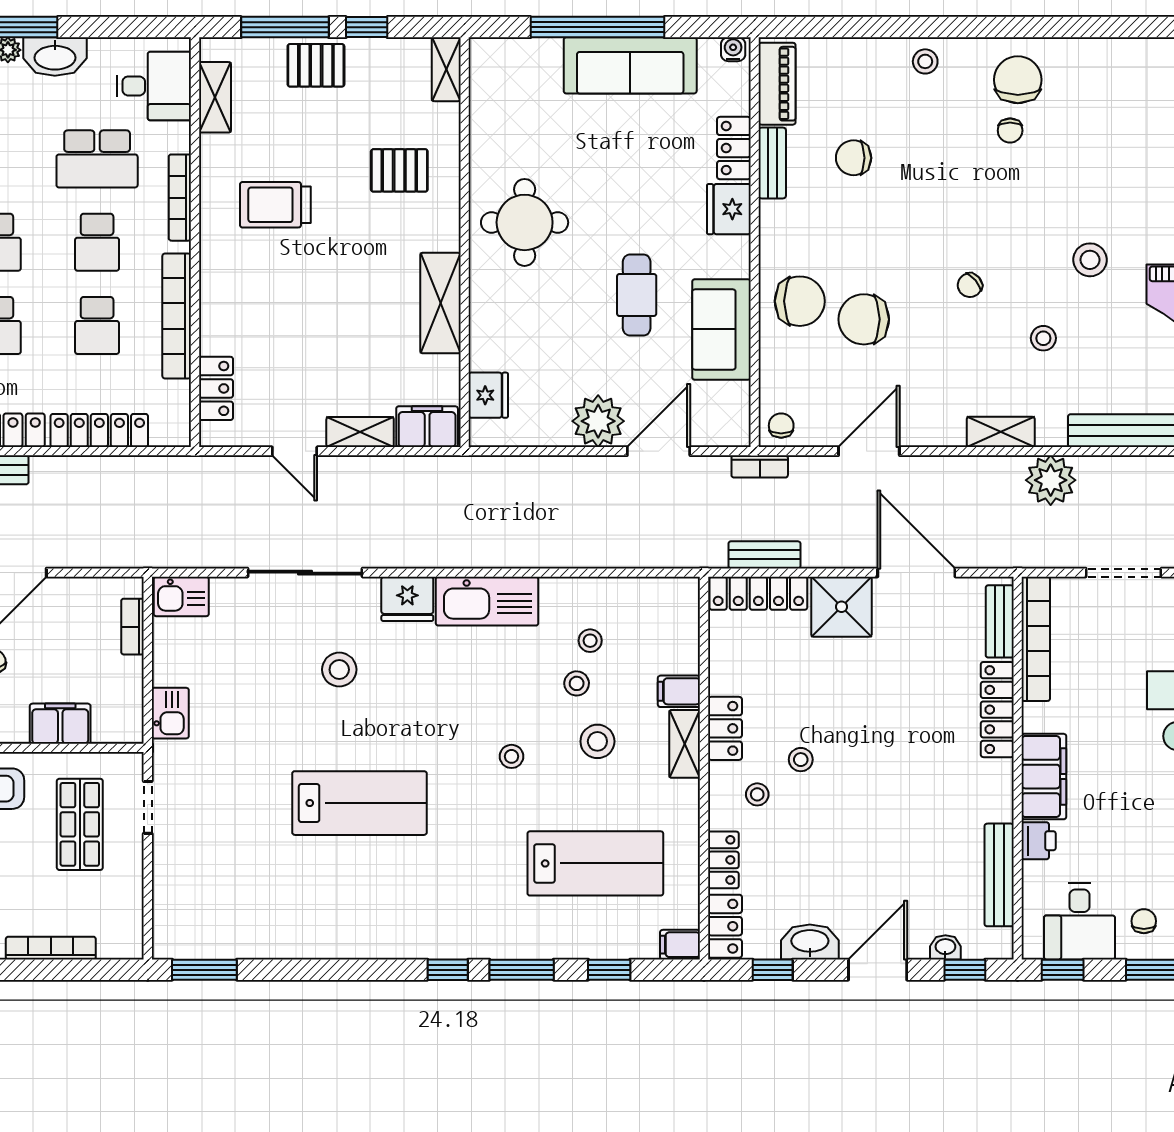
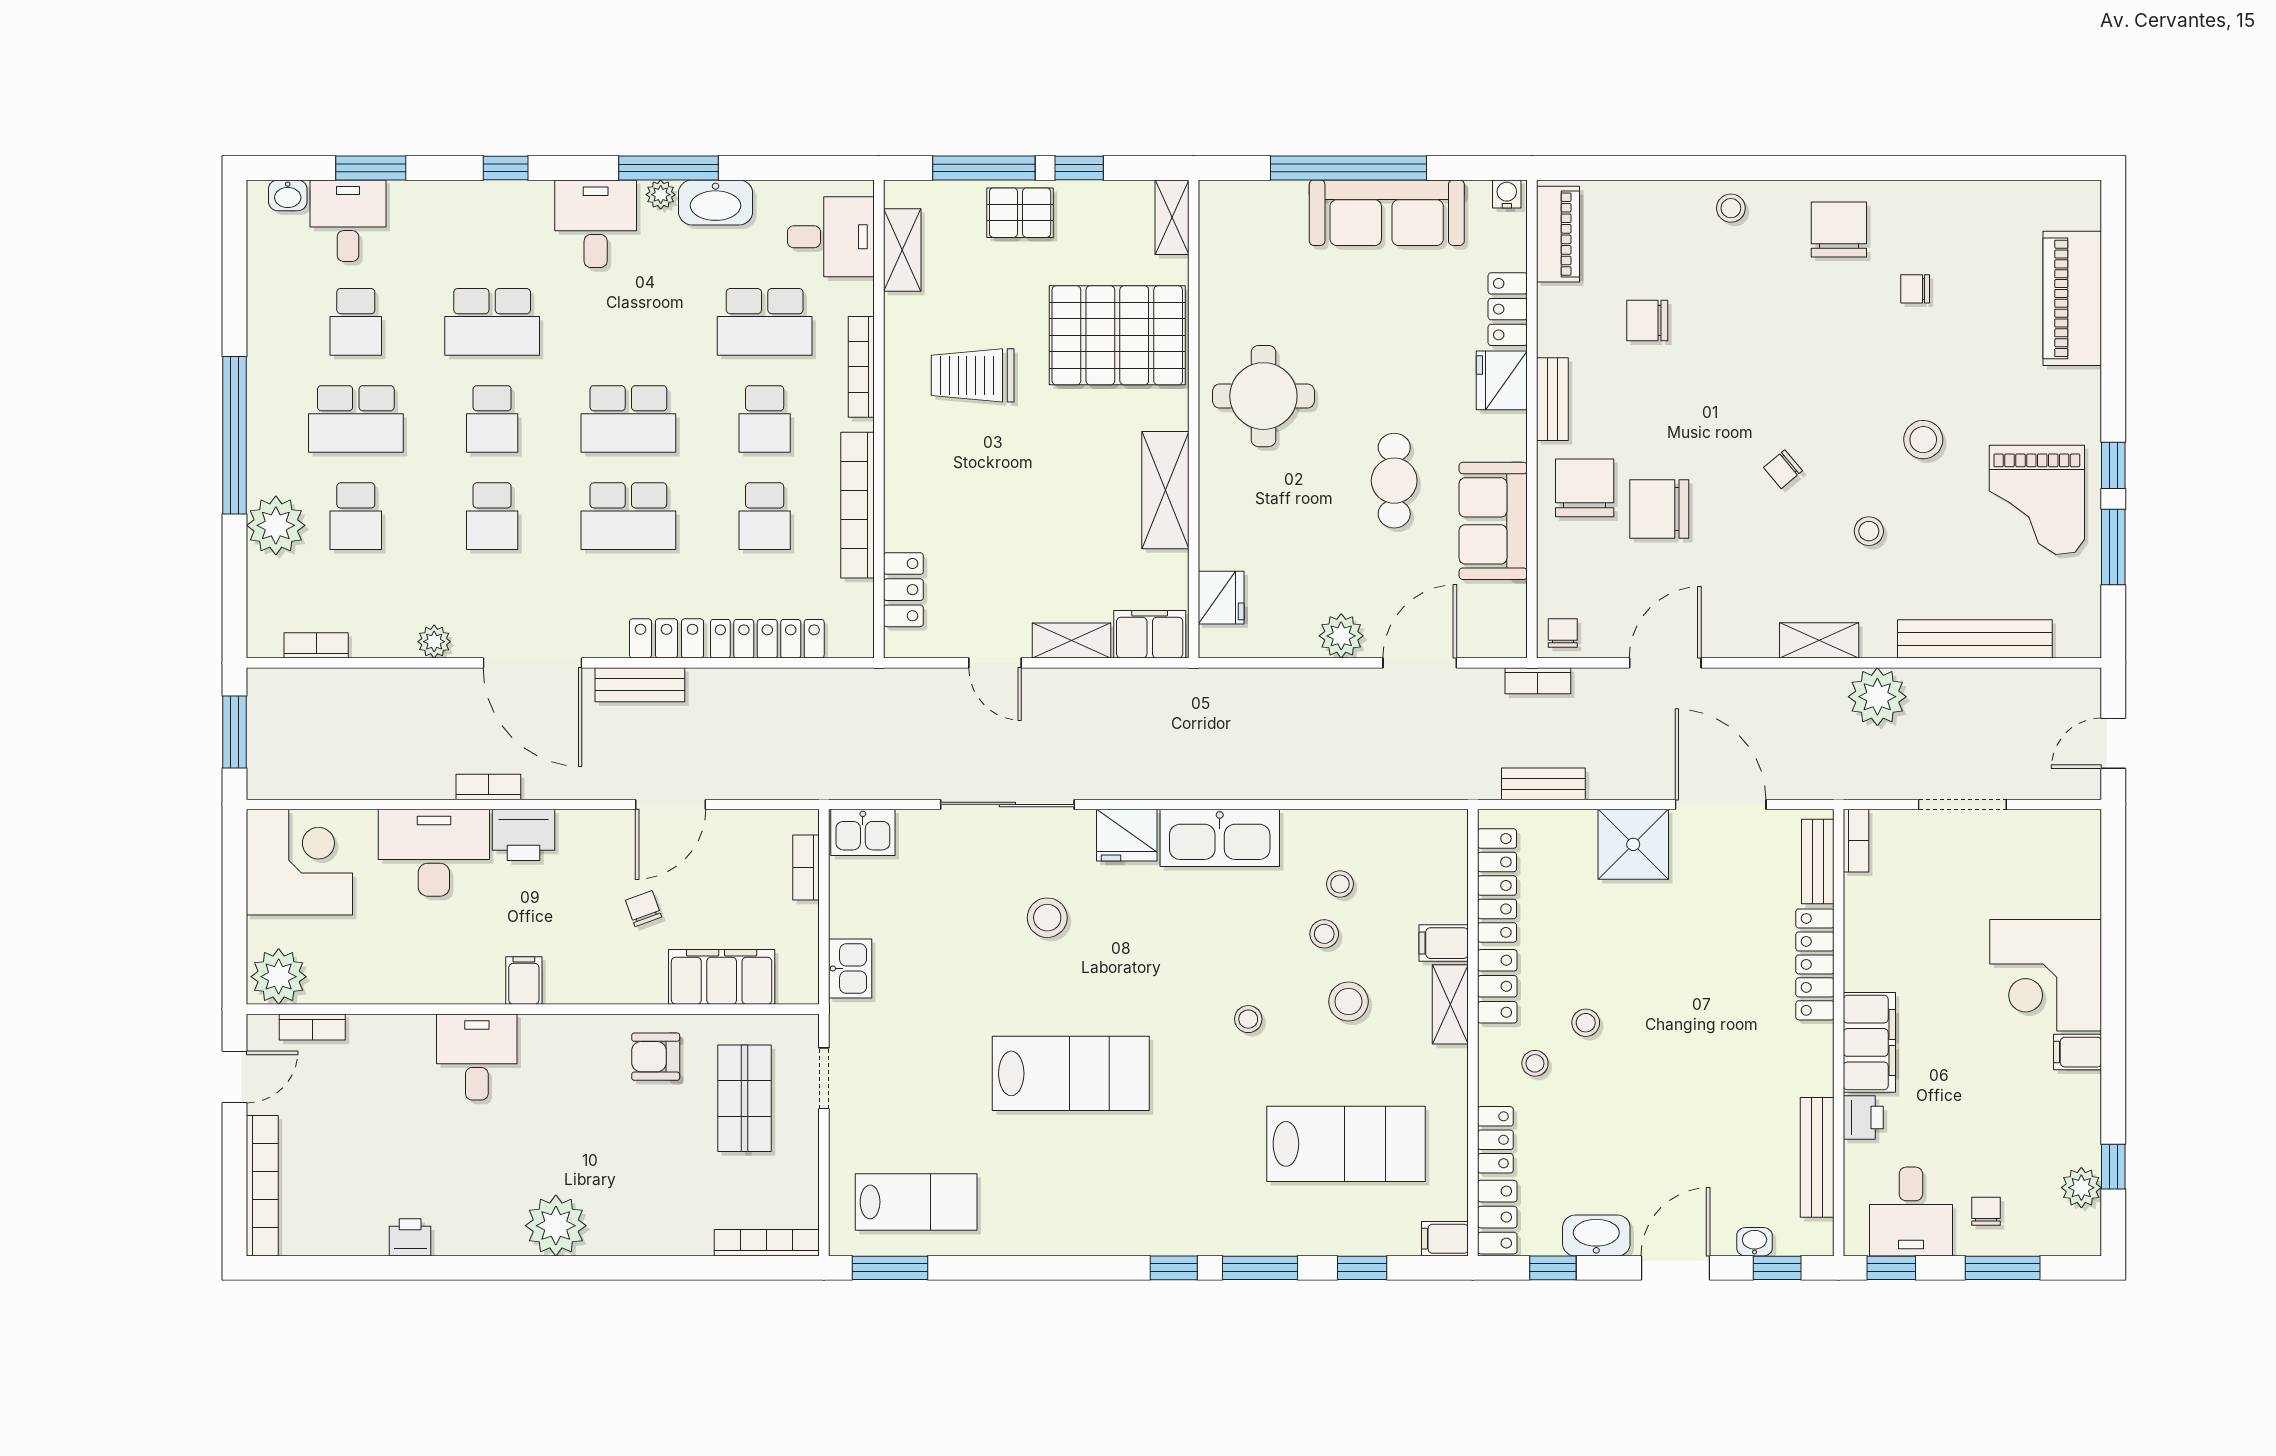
chair: (1010, 131) -> (1915, 289), moved, turned 90
bench: (772, 163) -> (1552, 399), moved
pallet: (399, 170) -> (1117, 335), width x2.05, depth x2.00
chair: (800, 301) -> (1585, 488), turned -90
plant: (598, 421) -> (1341, 636), width x0.73, depth x0.73
locker: (758, 593) -> (1497, 885), moved, turned -90
bookcase: (1036, 639) -> (1856, 841), width x0.43, depth x0.76
filing cabinet: (60, 724) -> (722, 977), width x1.50, depth x1.17
lab bench: (227, 913) -> (916, 1202), added
bookcase: (51, 948) -> (767, 1243), moved

